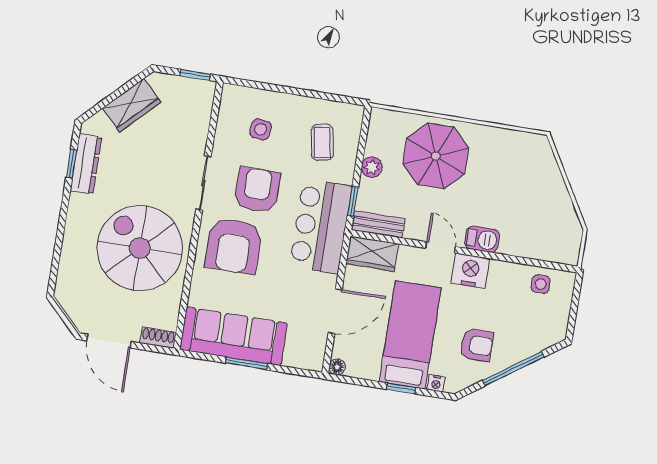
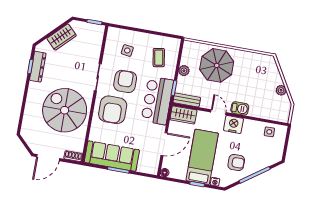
plant: (562, 203) -> (281, 90), added
door: (109, 341) -> (48, 158), hinge flipped

